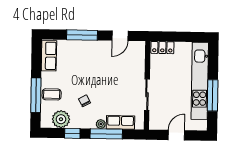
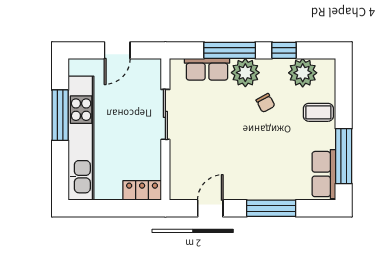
window: (36, 95) -> (344, 156), moved
plant: (101, 124) -> (245, 73), width x1.87, depth x1.87

